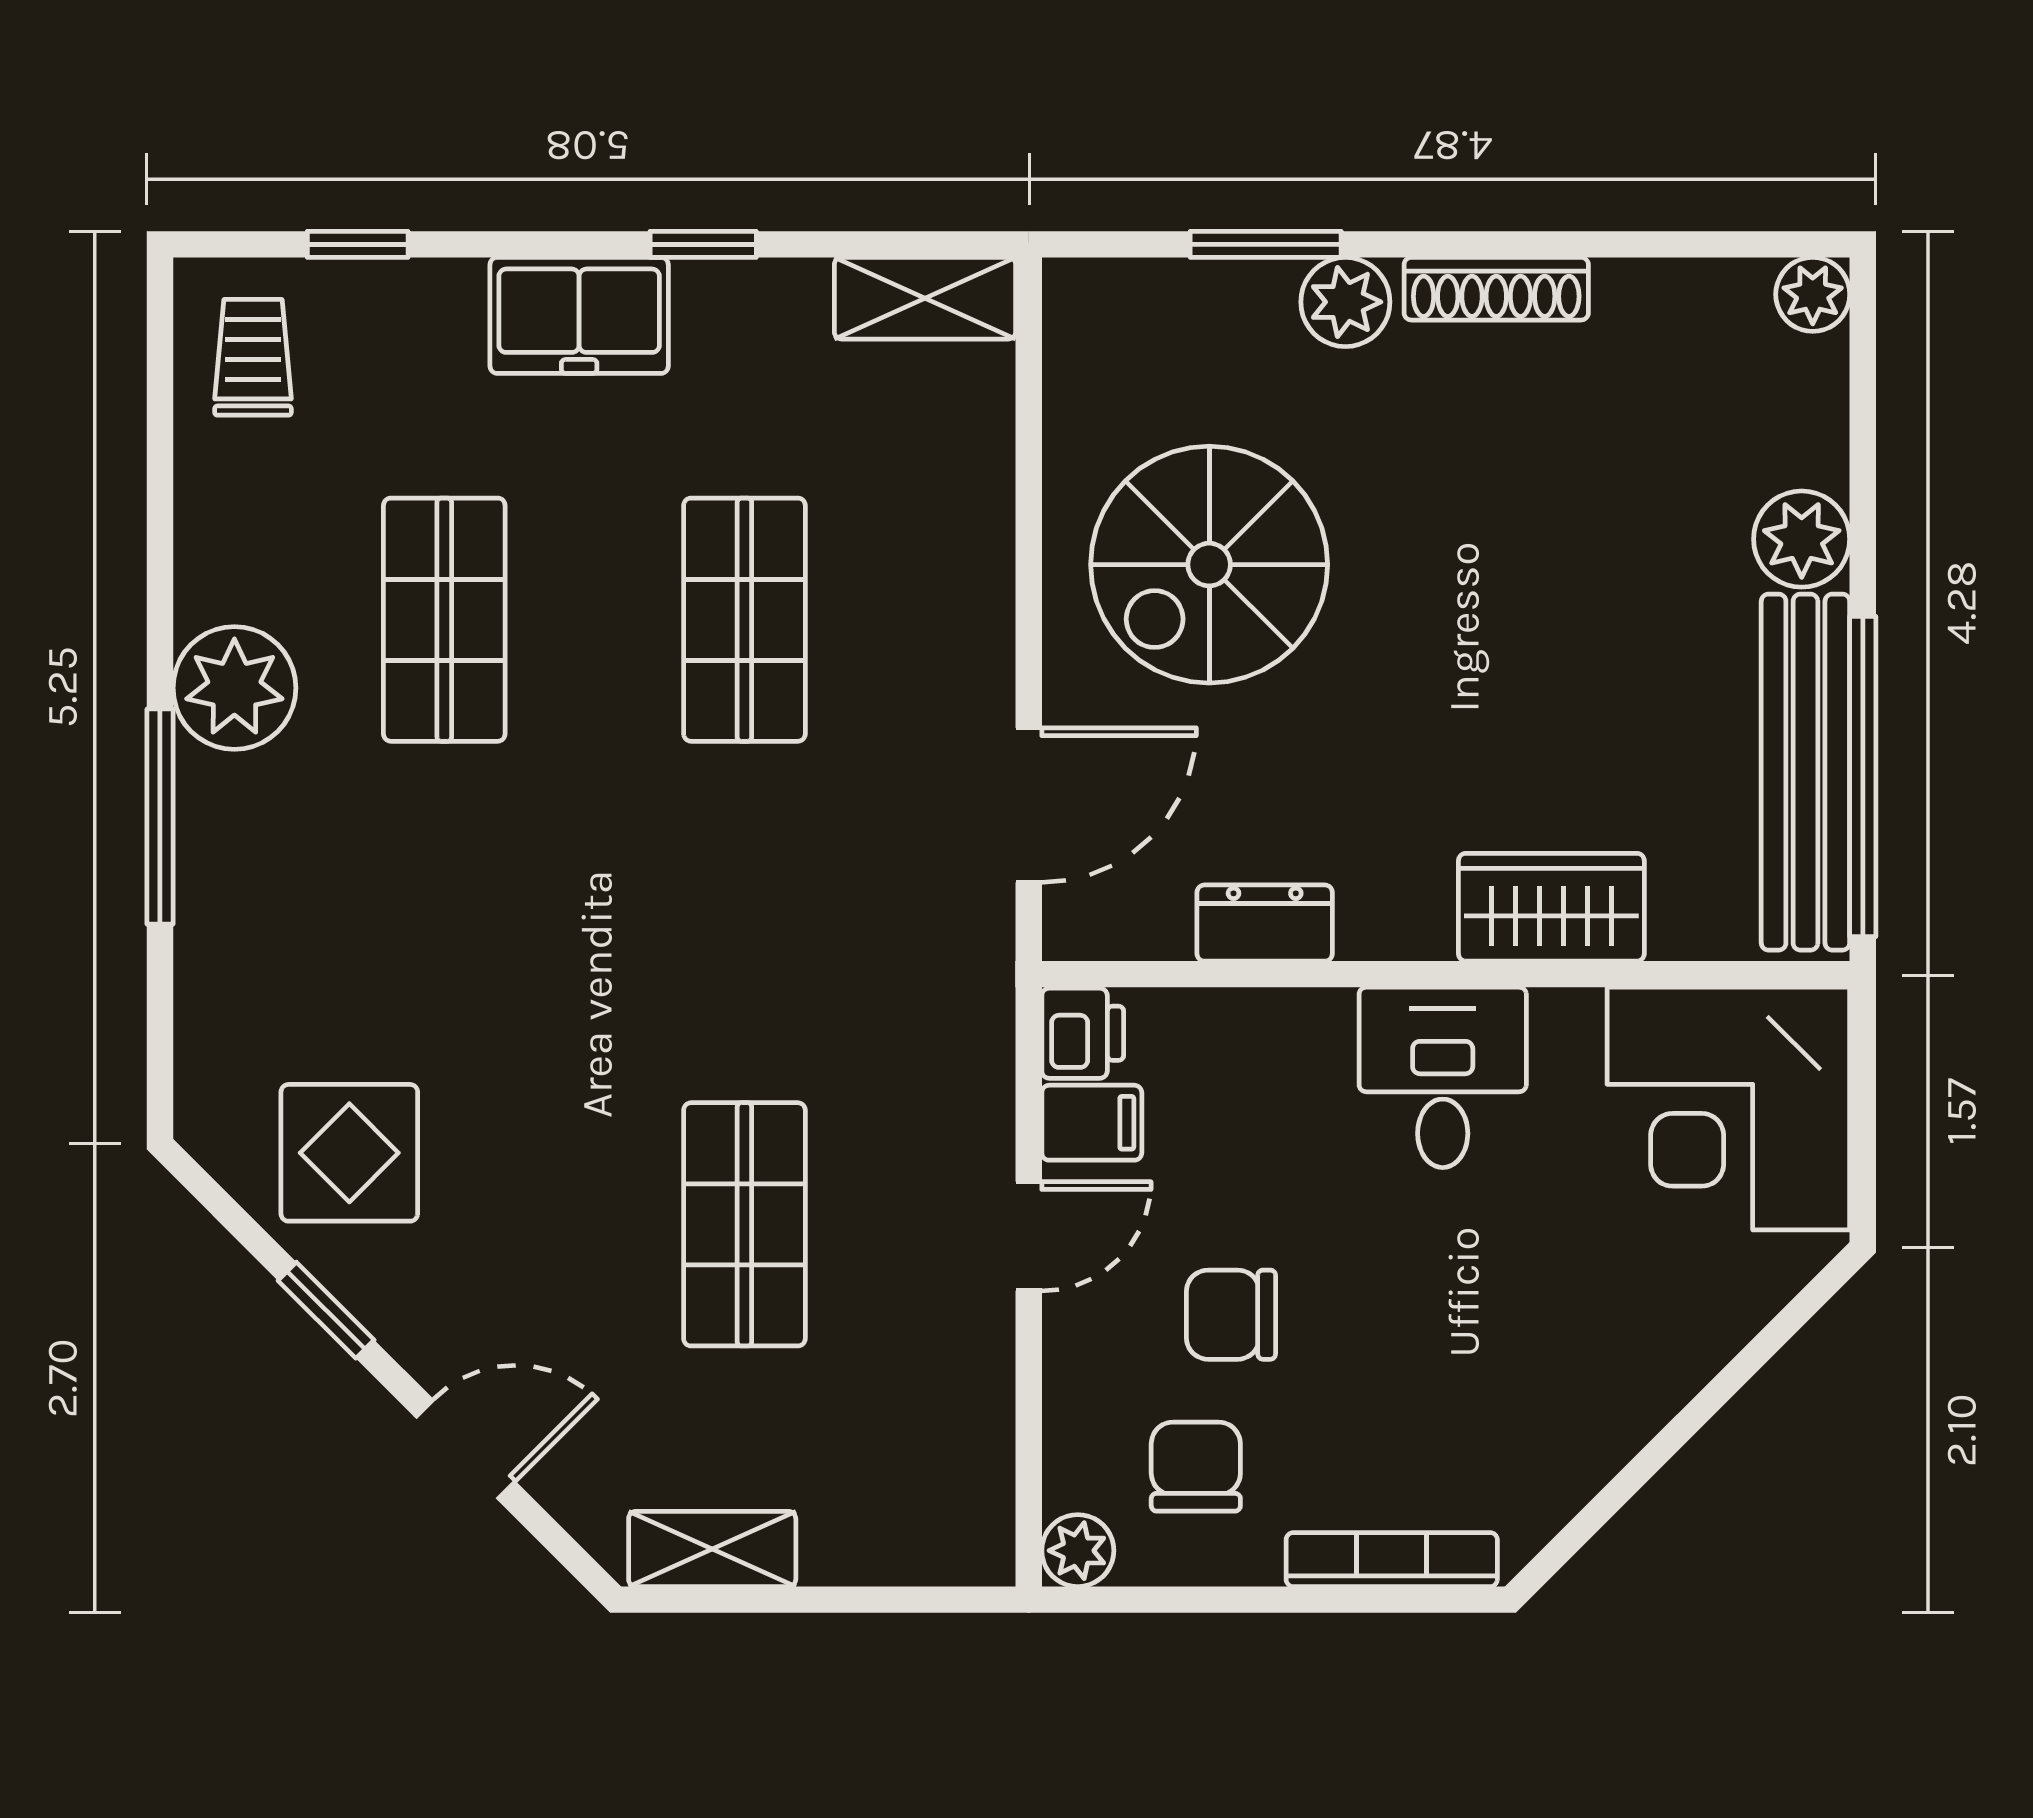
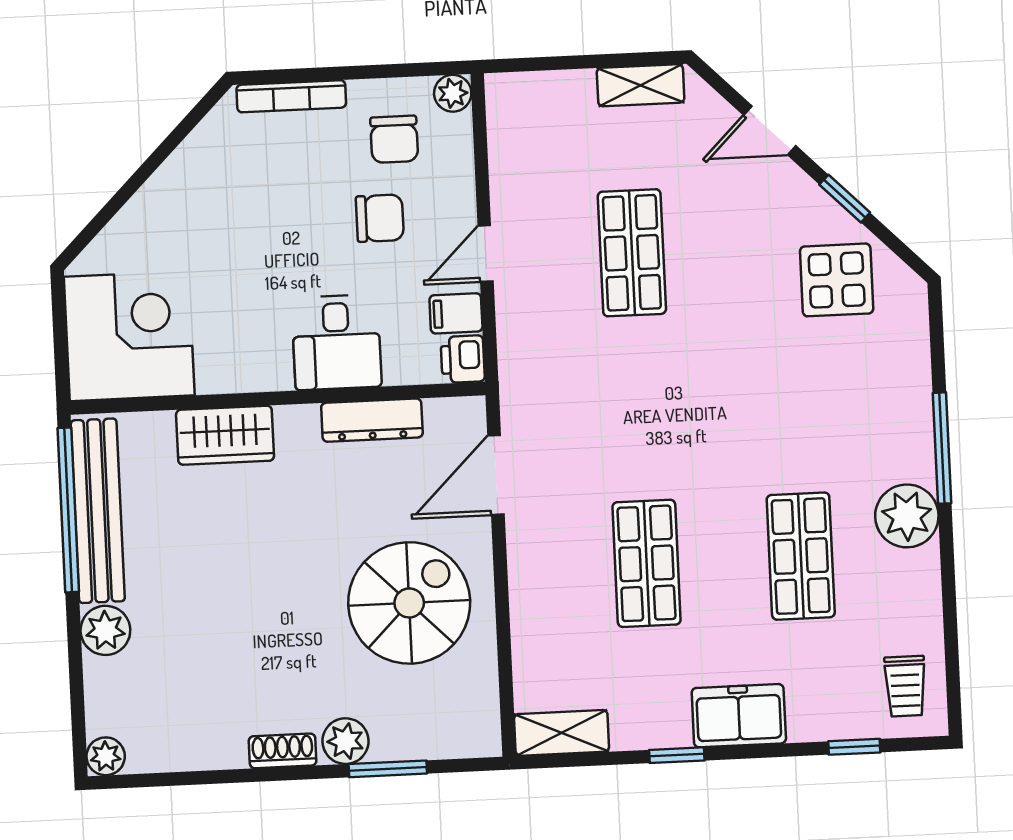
shoe rack: (1496, 289) -> (283, 751), width x0.70
dresser: (1265, 923) -> (372, 420), width x1.44
desk: (1443, 1077) -> (337, 342), moved

